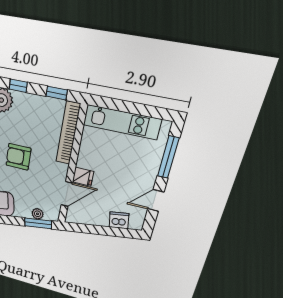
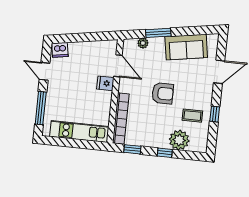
door: (67, 194) -> (118, 66), swing flipped
door: (156, 200) -> (44, 71), swing flipped
dishwasher: (119, 220) -> (60, 50), moved
window: (38, 223) -> (158, 33), moved

